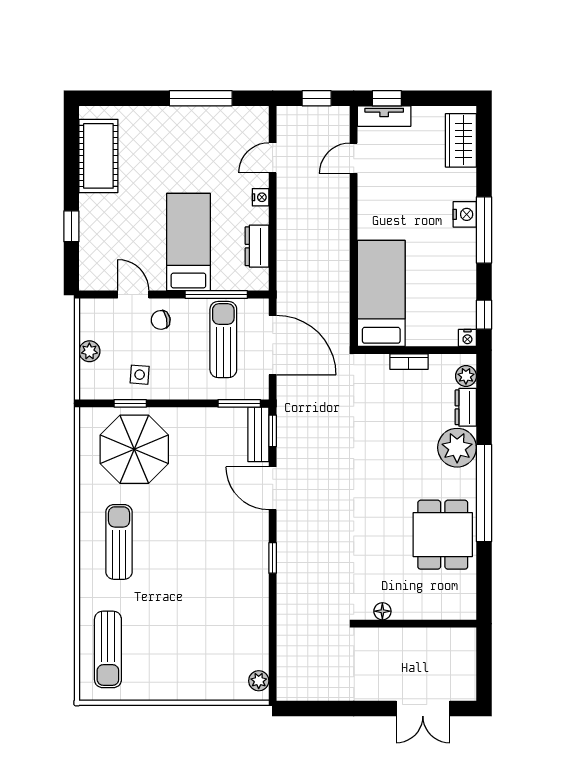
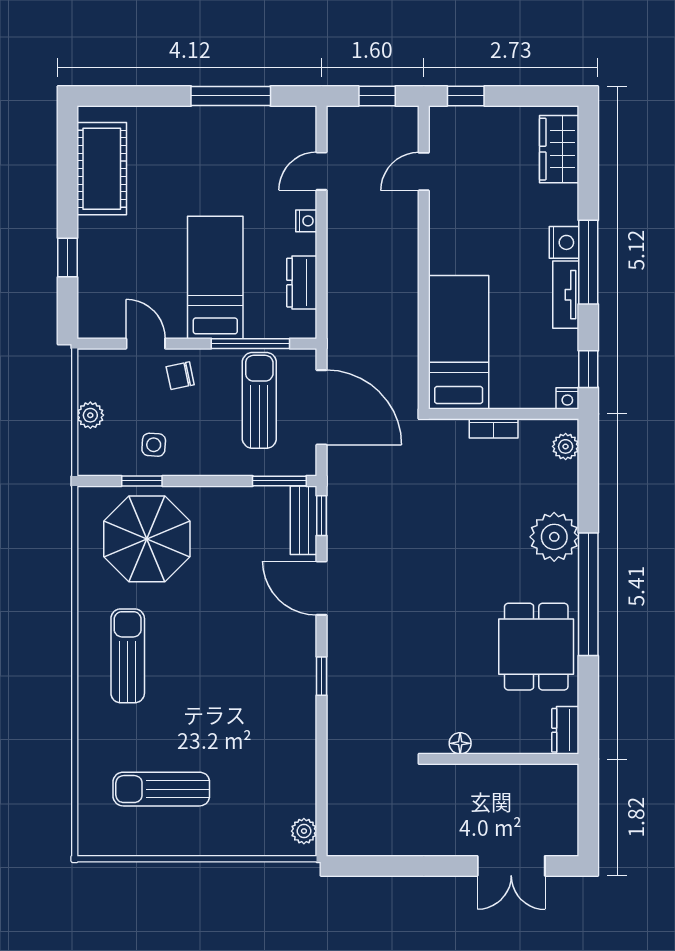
tv unit: (384, 116) -> (566, 295), moved, turned 90
dresser: (466, 407) -> (565, 730), moved
sun lounger: (108, 649) -> (161, 789), moved, turned 90

